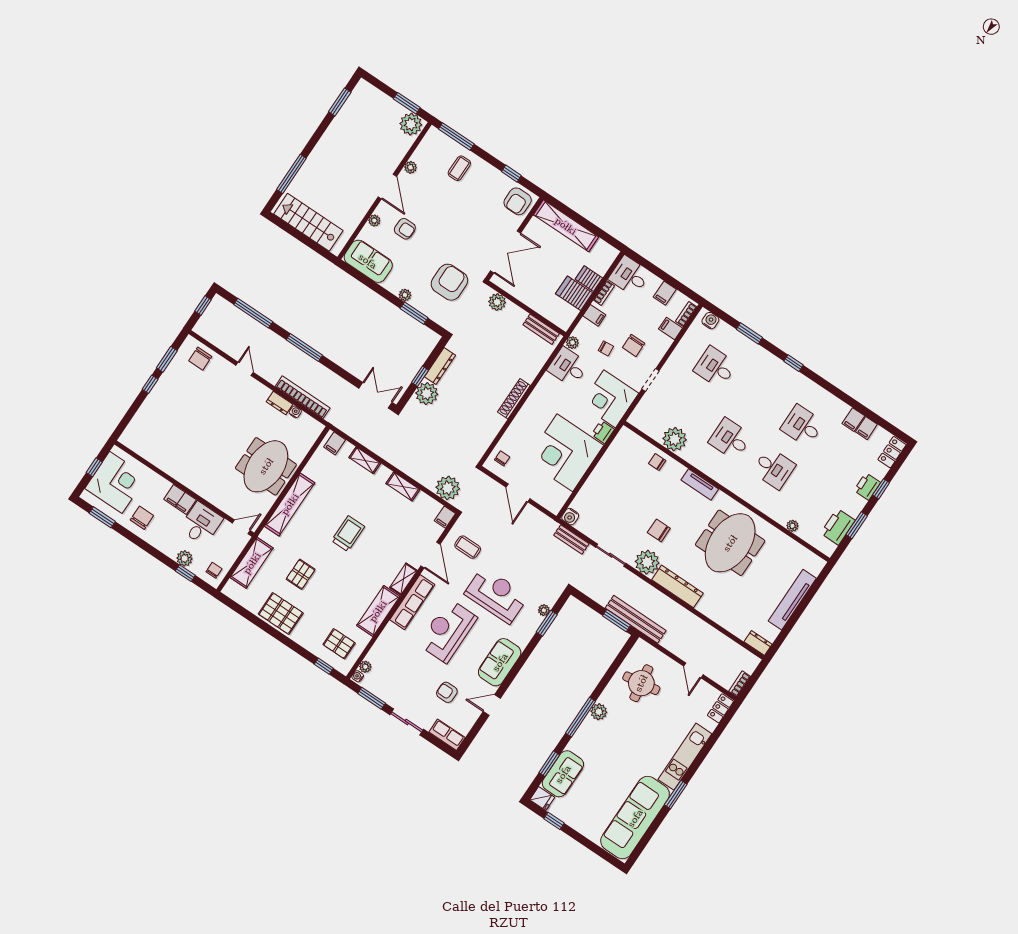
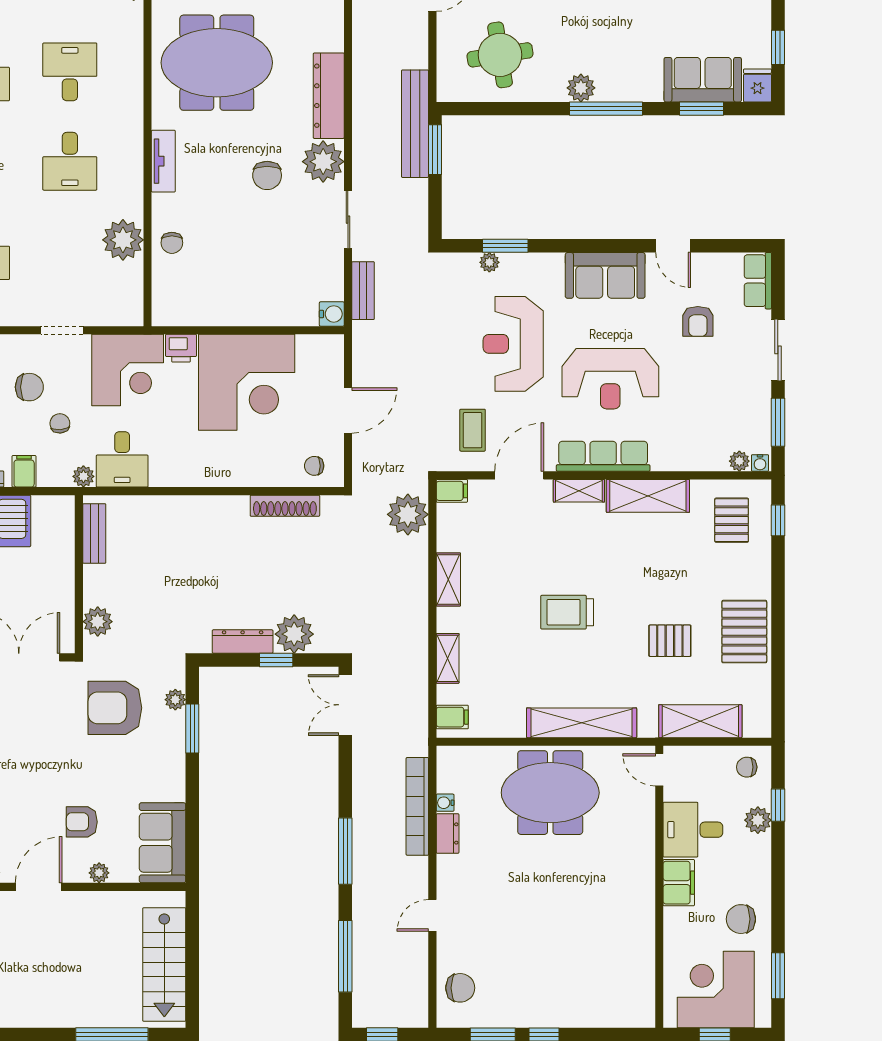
armchair: (405, 229) -> (82, 822), turned -90
plant: (405, 295) -> (175, 700), moved
shoe rack: (514, 399) -> (285, 506), moved

